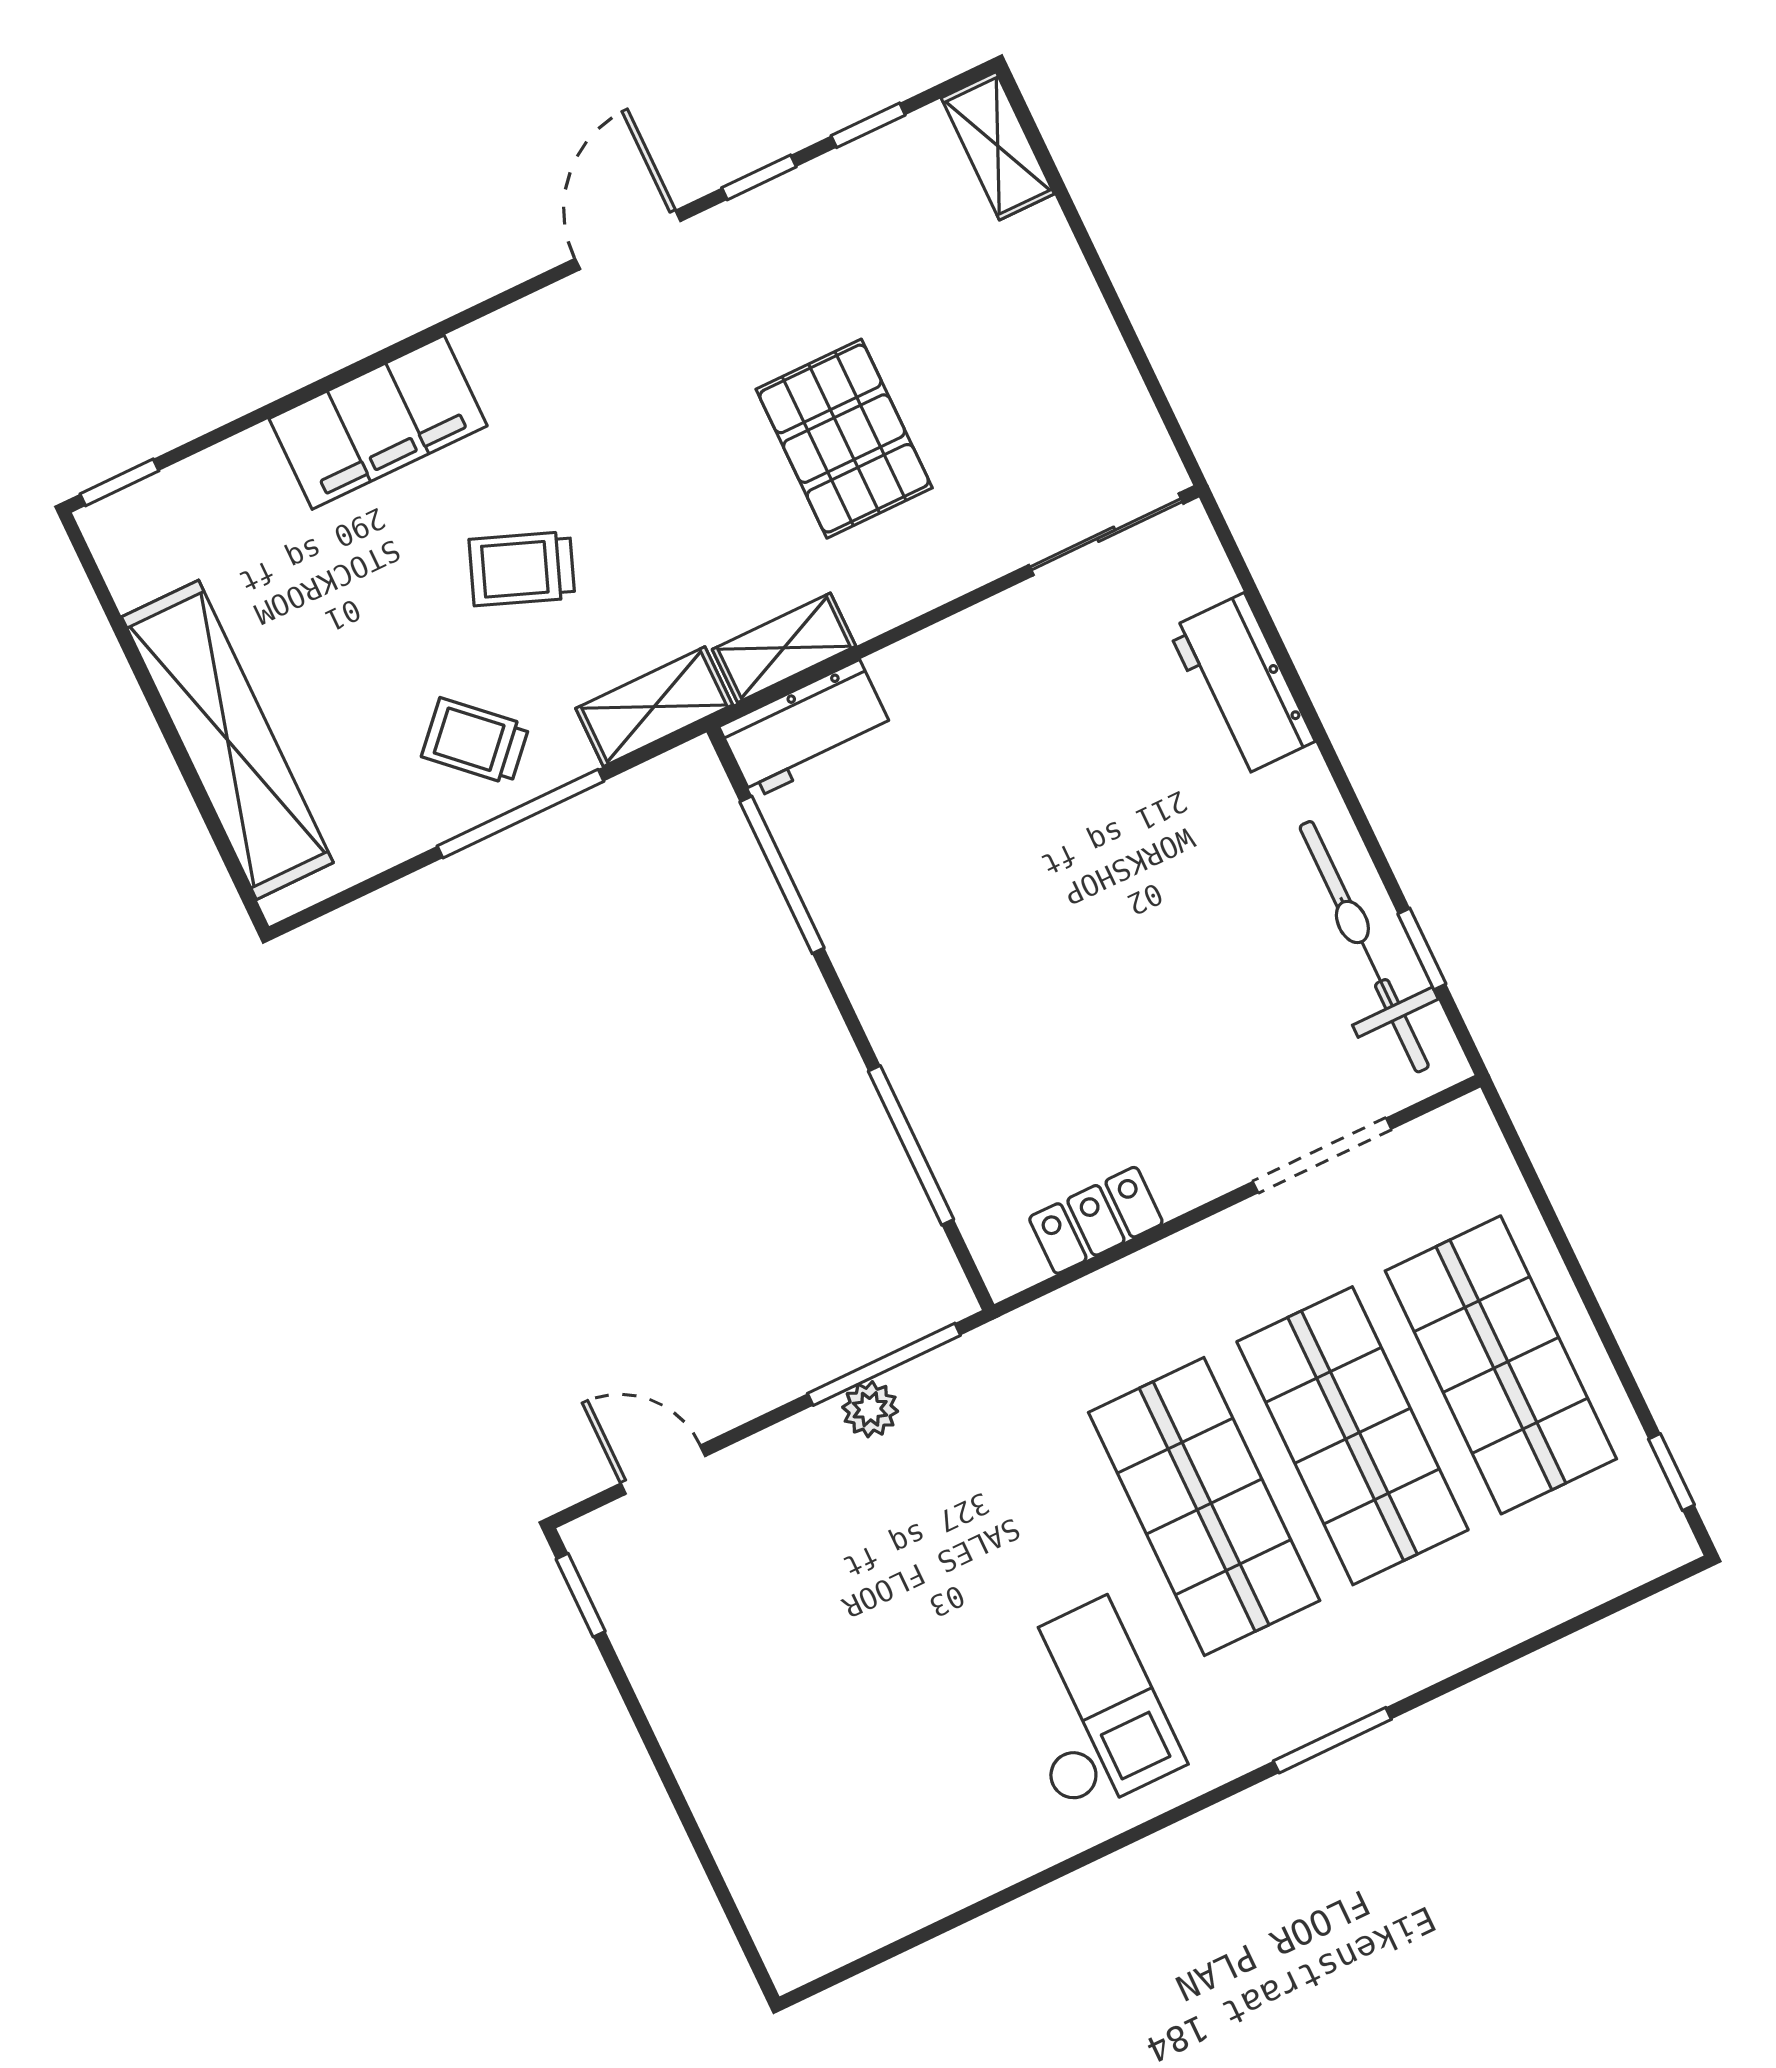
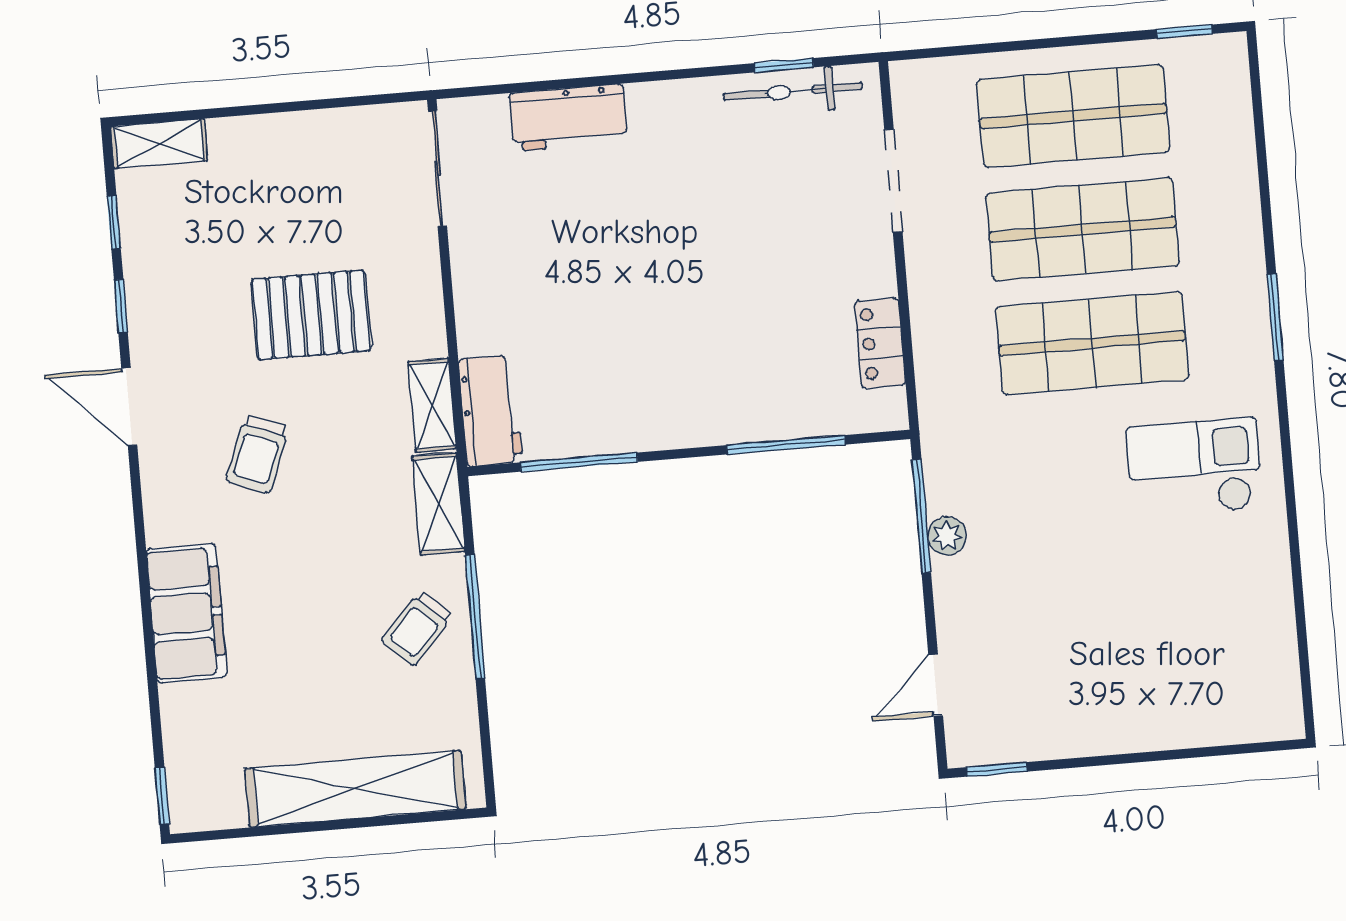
trolley: (522, 569) -> (257, 454), moved
bicycle: (1364, 947) -> (793, 91), width x0.73, depth x0.71

